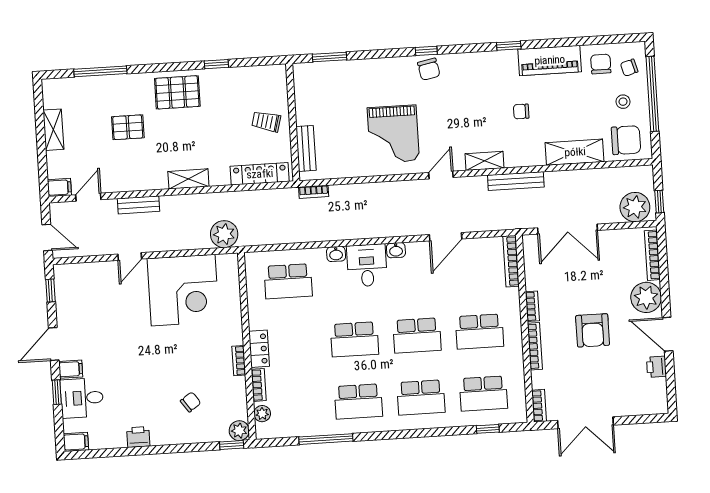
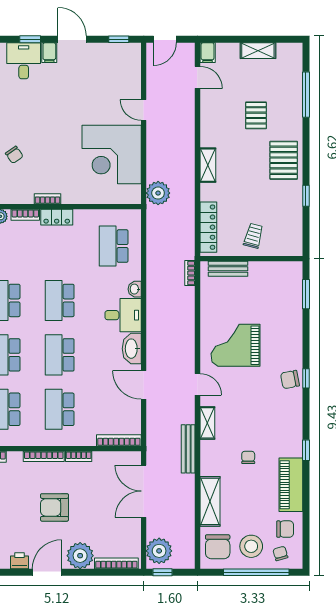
stool: (623, 102) -> (251, 546), width x1.89, depth x1.89
bench: (138, 205) -> (188, 120), removed
washbasin: (396, 250) -> (132, 349), width x1.91, depth x1.45

